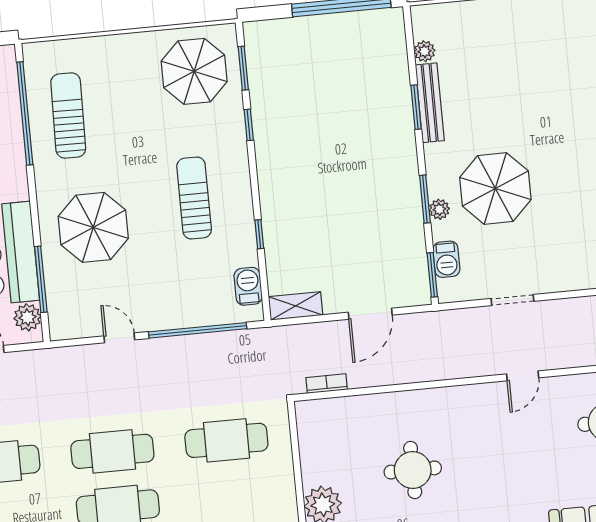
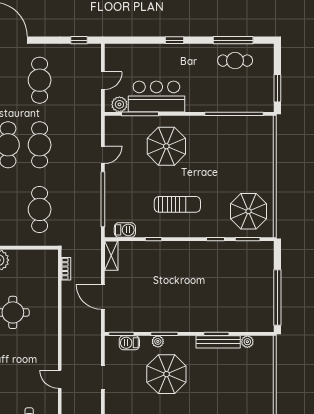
sun lounger: (68, 116) -> (231, 138), removed

